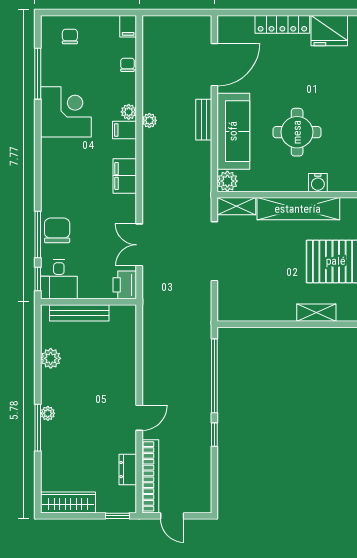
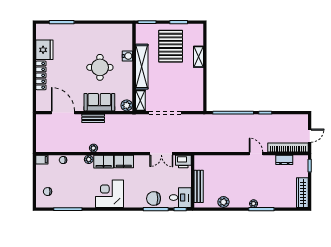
corner desk: (66, 112) -> (110, 194), moved
filing cabinet: (125, 130) -> (104, 162), width x2.00
sofa: (233, 131) -> (99, 102), width x0.73

